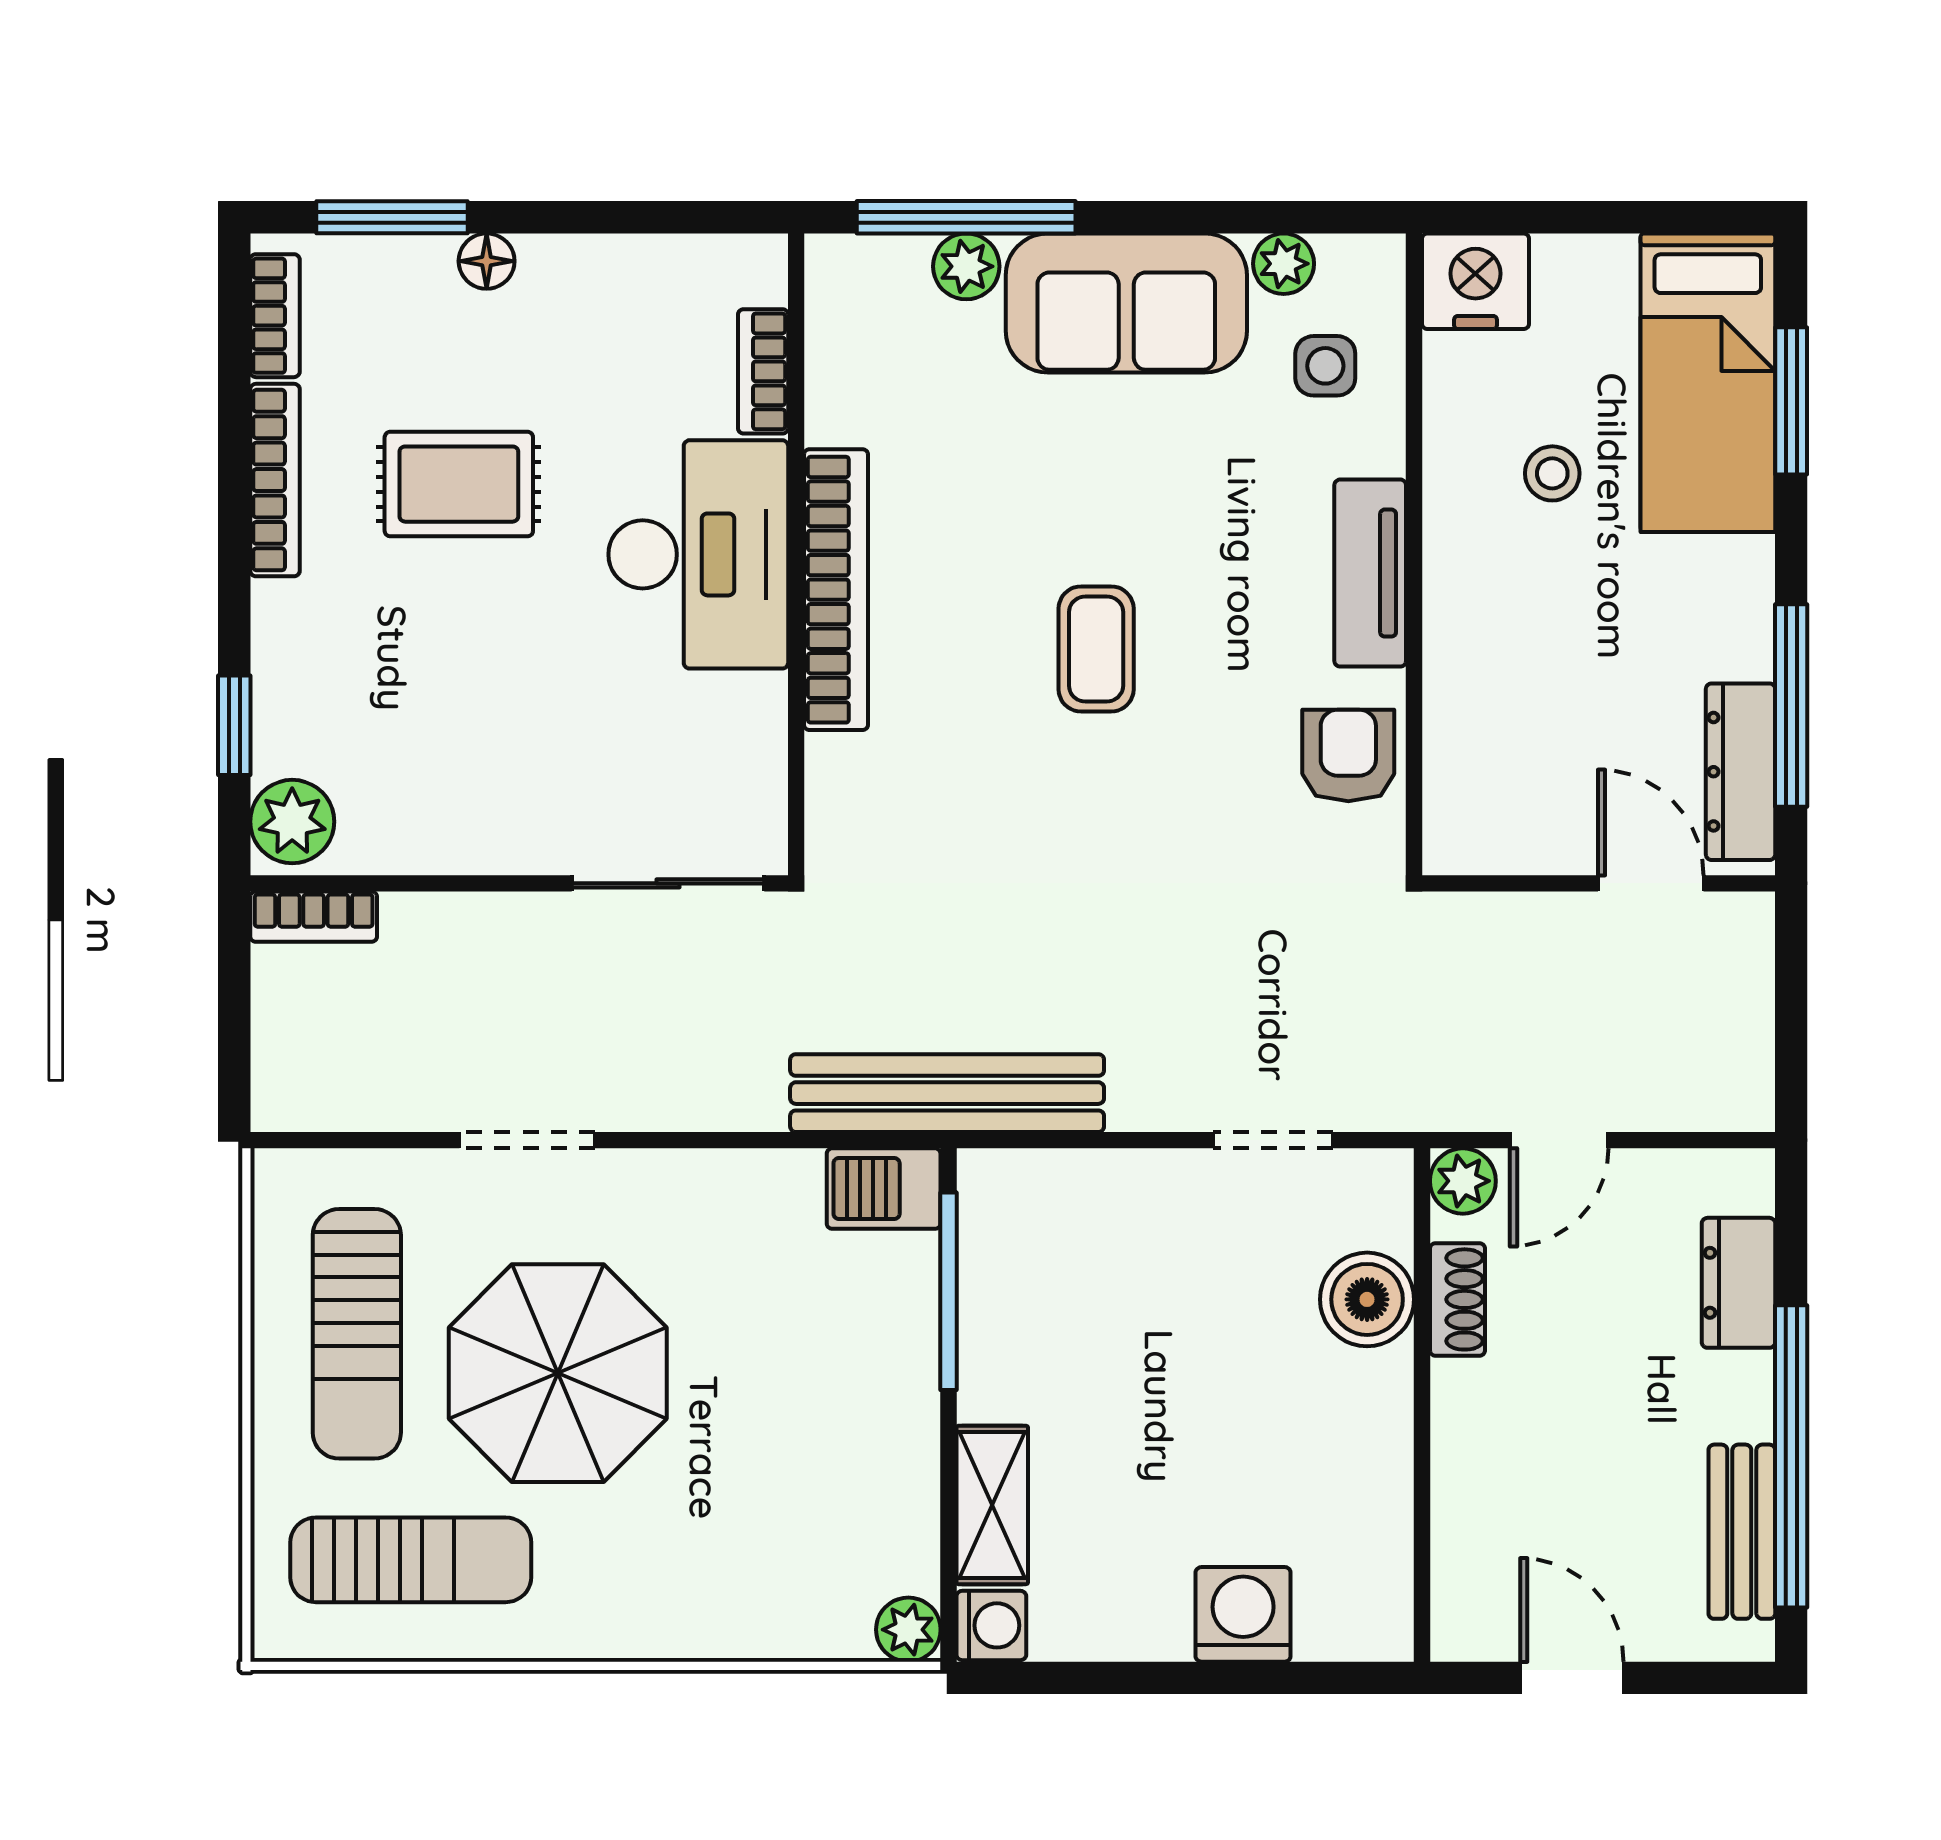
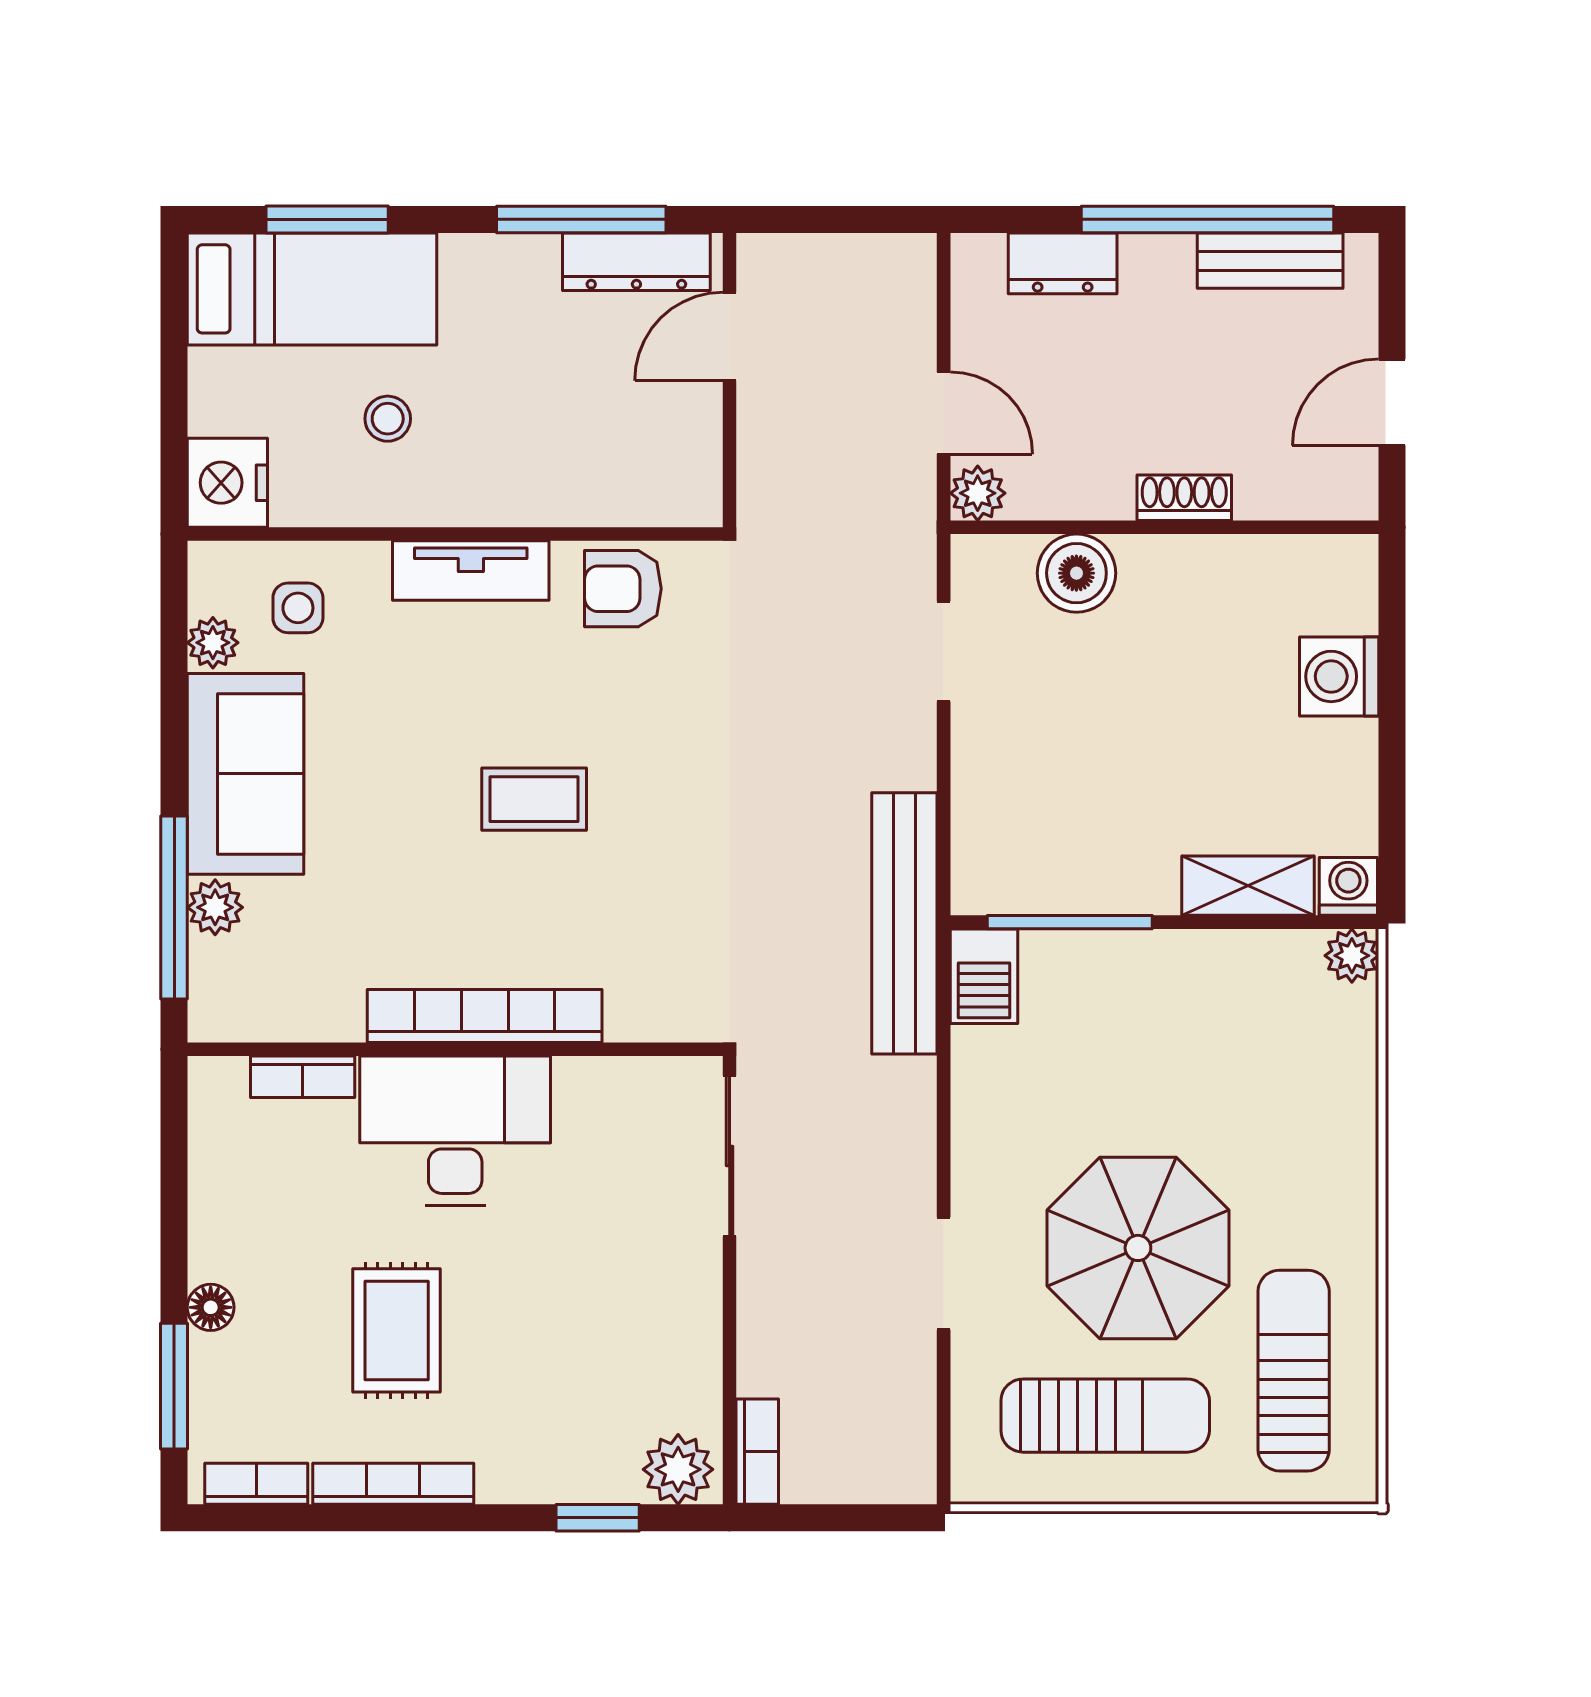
shoe rack: (1457, 1299) -> (1184, 498), moved

